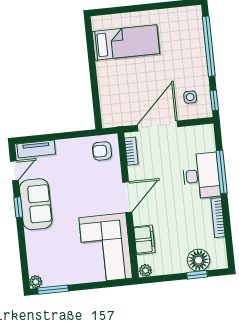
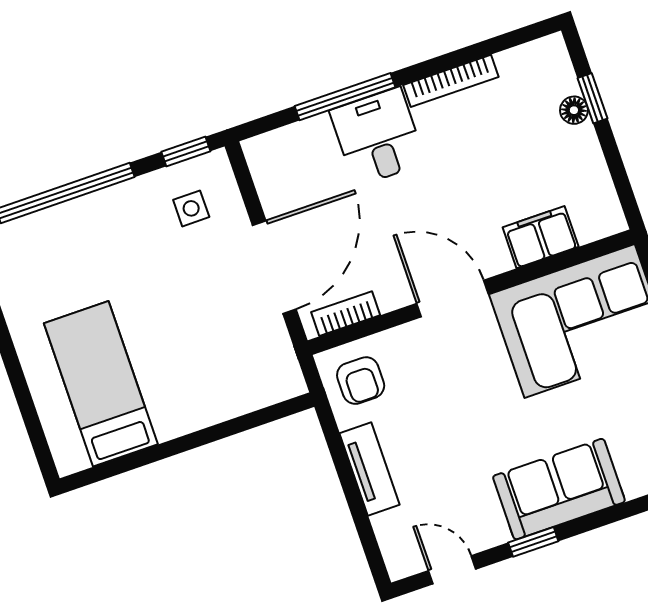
door: (158, 126) -> (274, 267), swing flipped
tv unit: (36, 149) -> (370, 469), moved
desk: (201, 176) -> (378, 137), width x0.73
sofa: (36, 204) -> (559, 489), moved
floor lamp: (199, 260) -> (574, 110), width x0.53, depth x0.53
plant: (145, 270) -> (610, 218), removed

